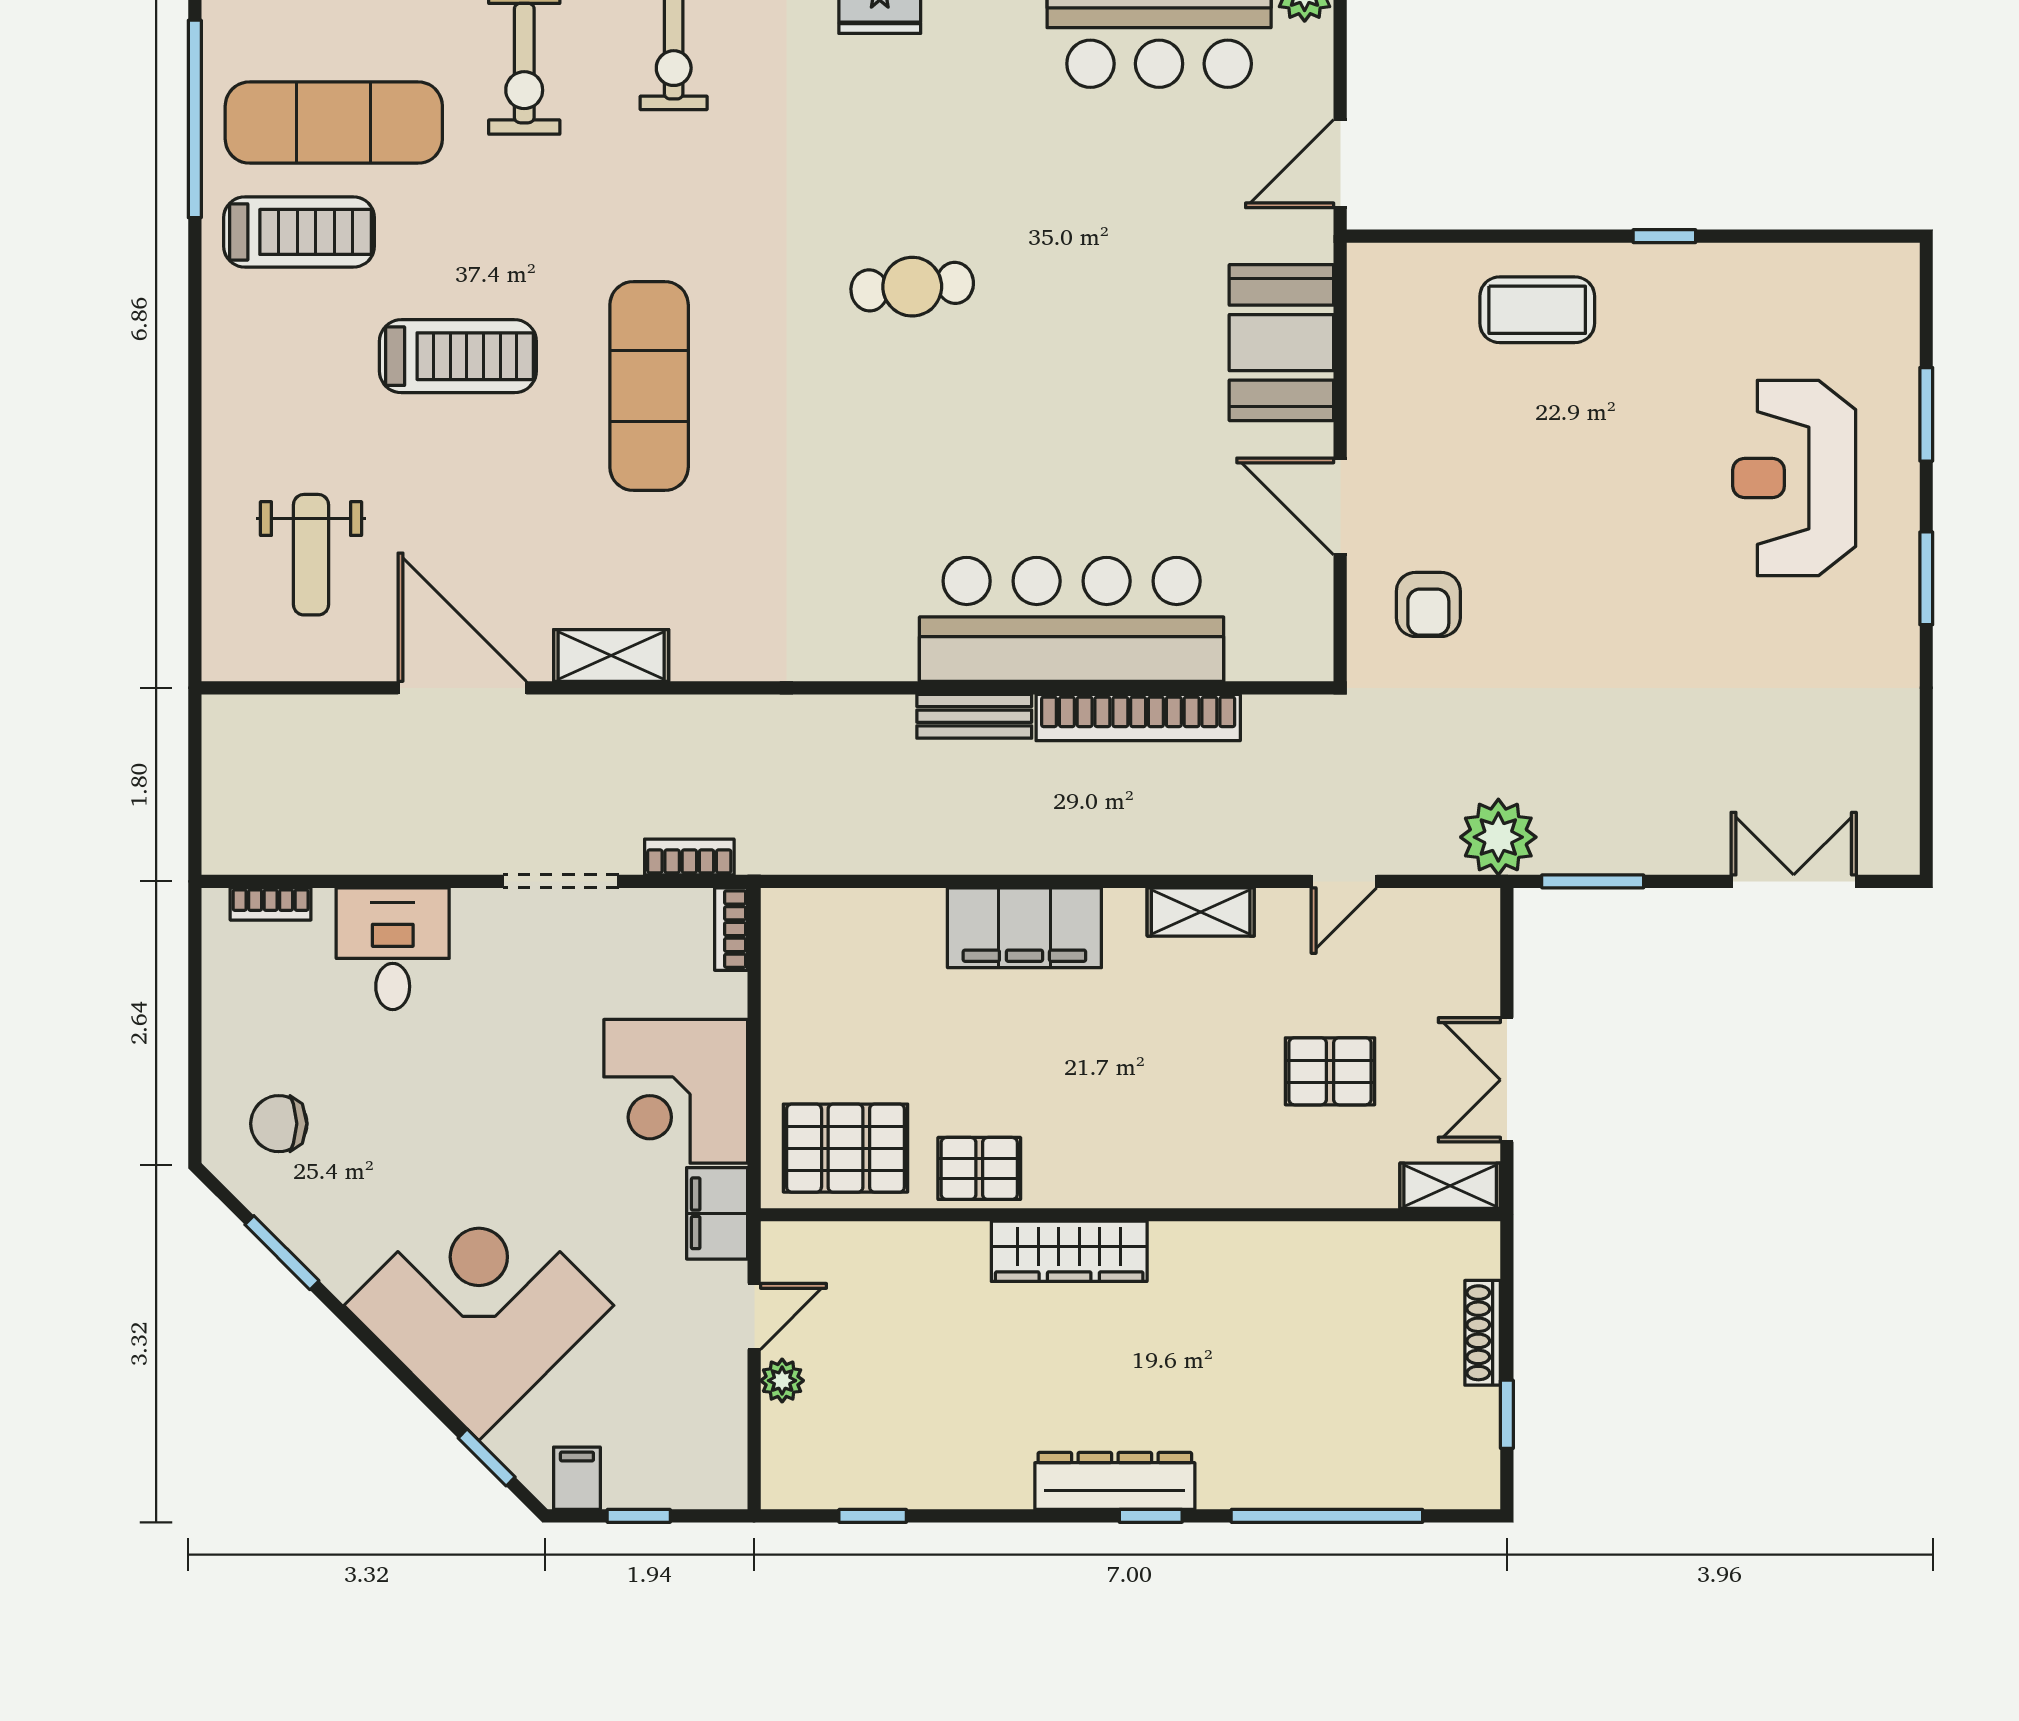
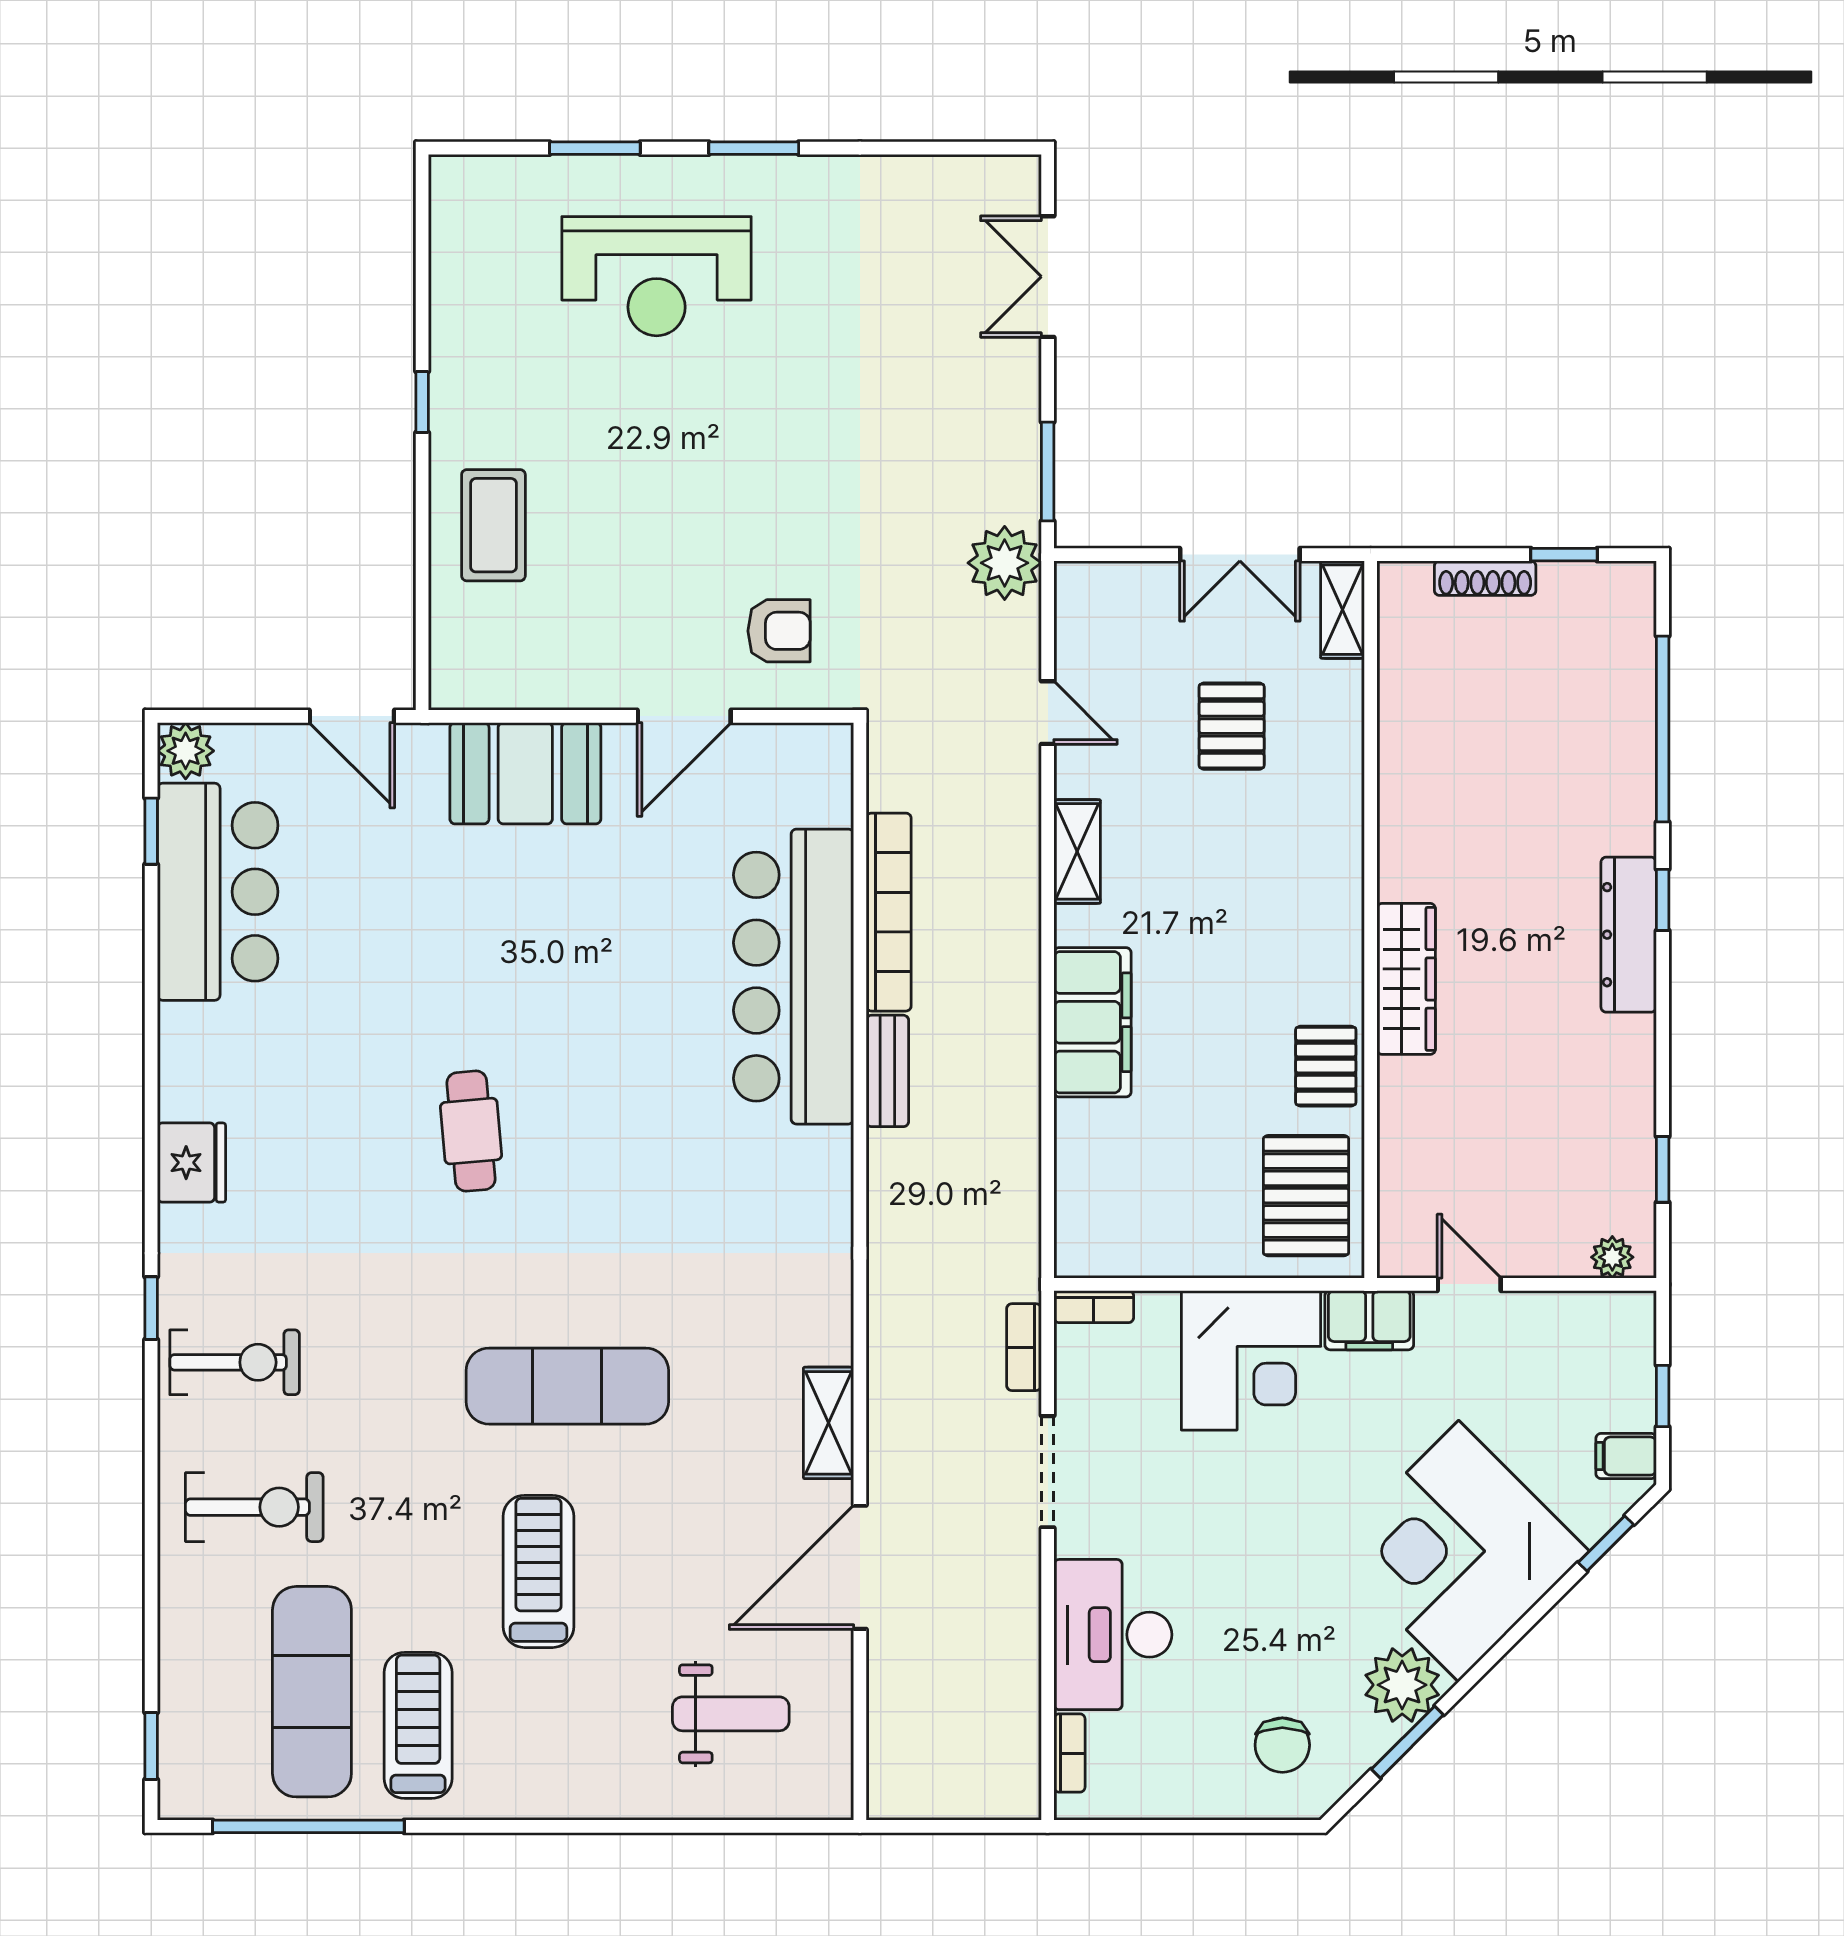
desk: (393, 949) -> (1113, 1635), width x1.37
plant: (341, 1247) -> (1402, 1685), added
plant: (782, 1381) -> (1612, 1257), moved

